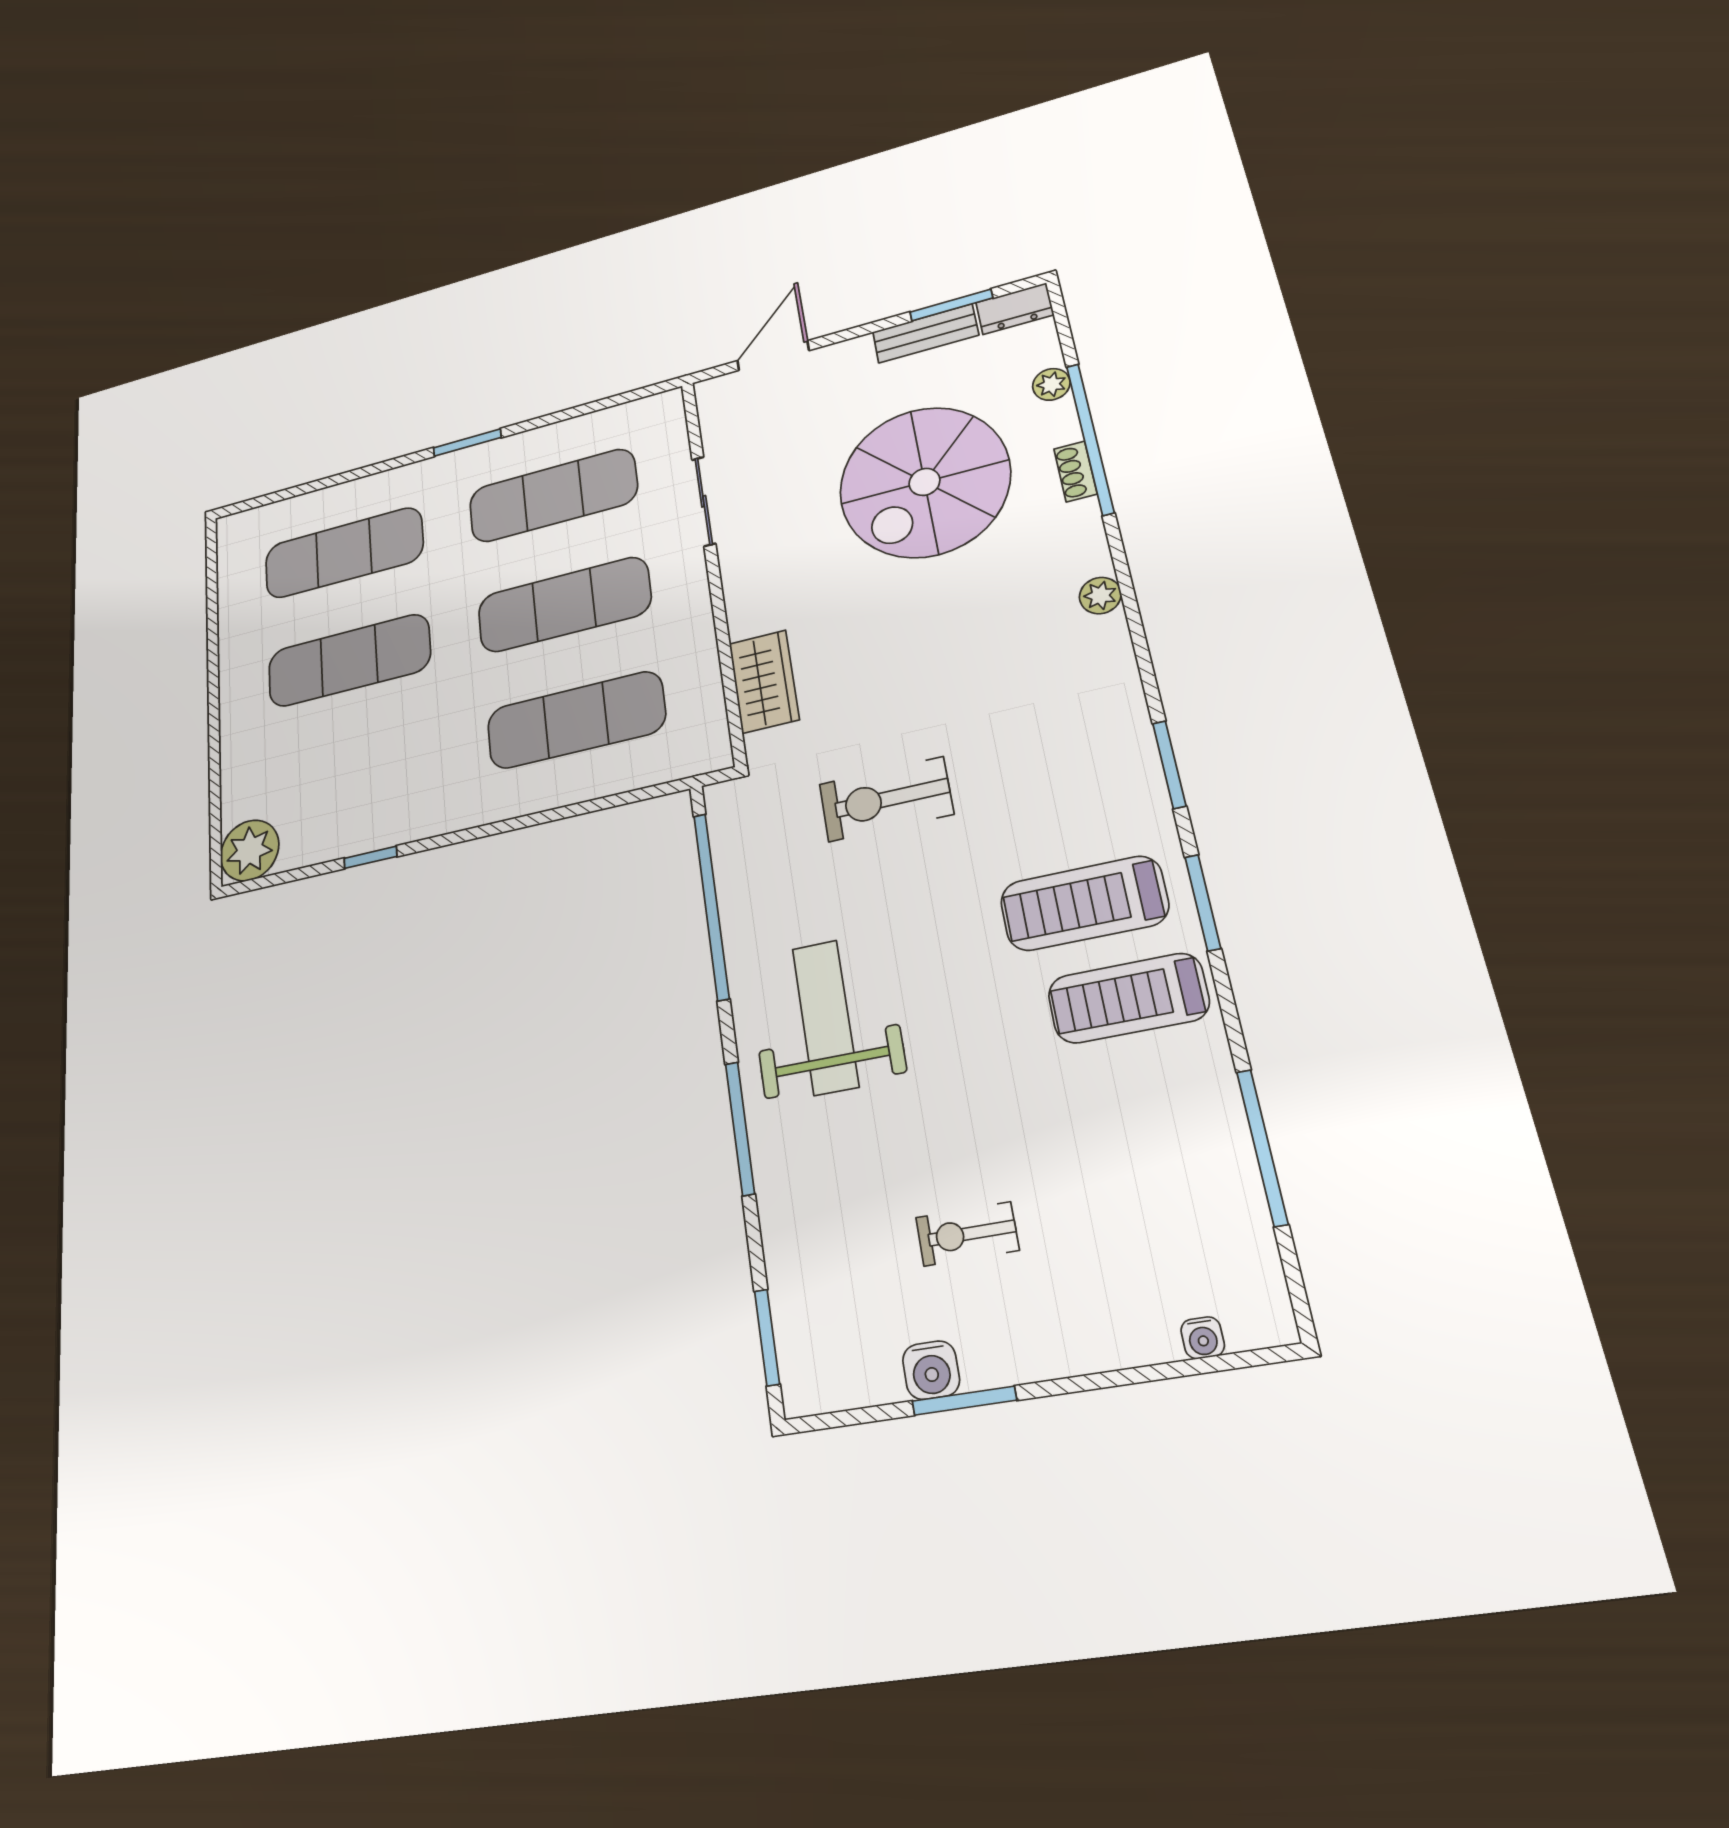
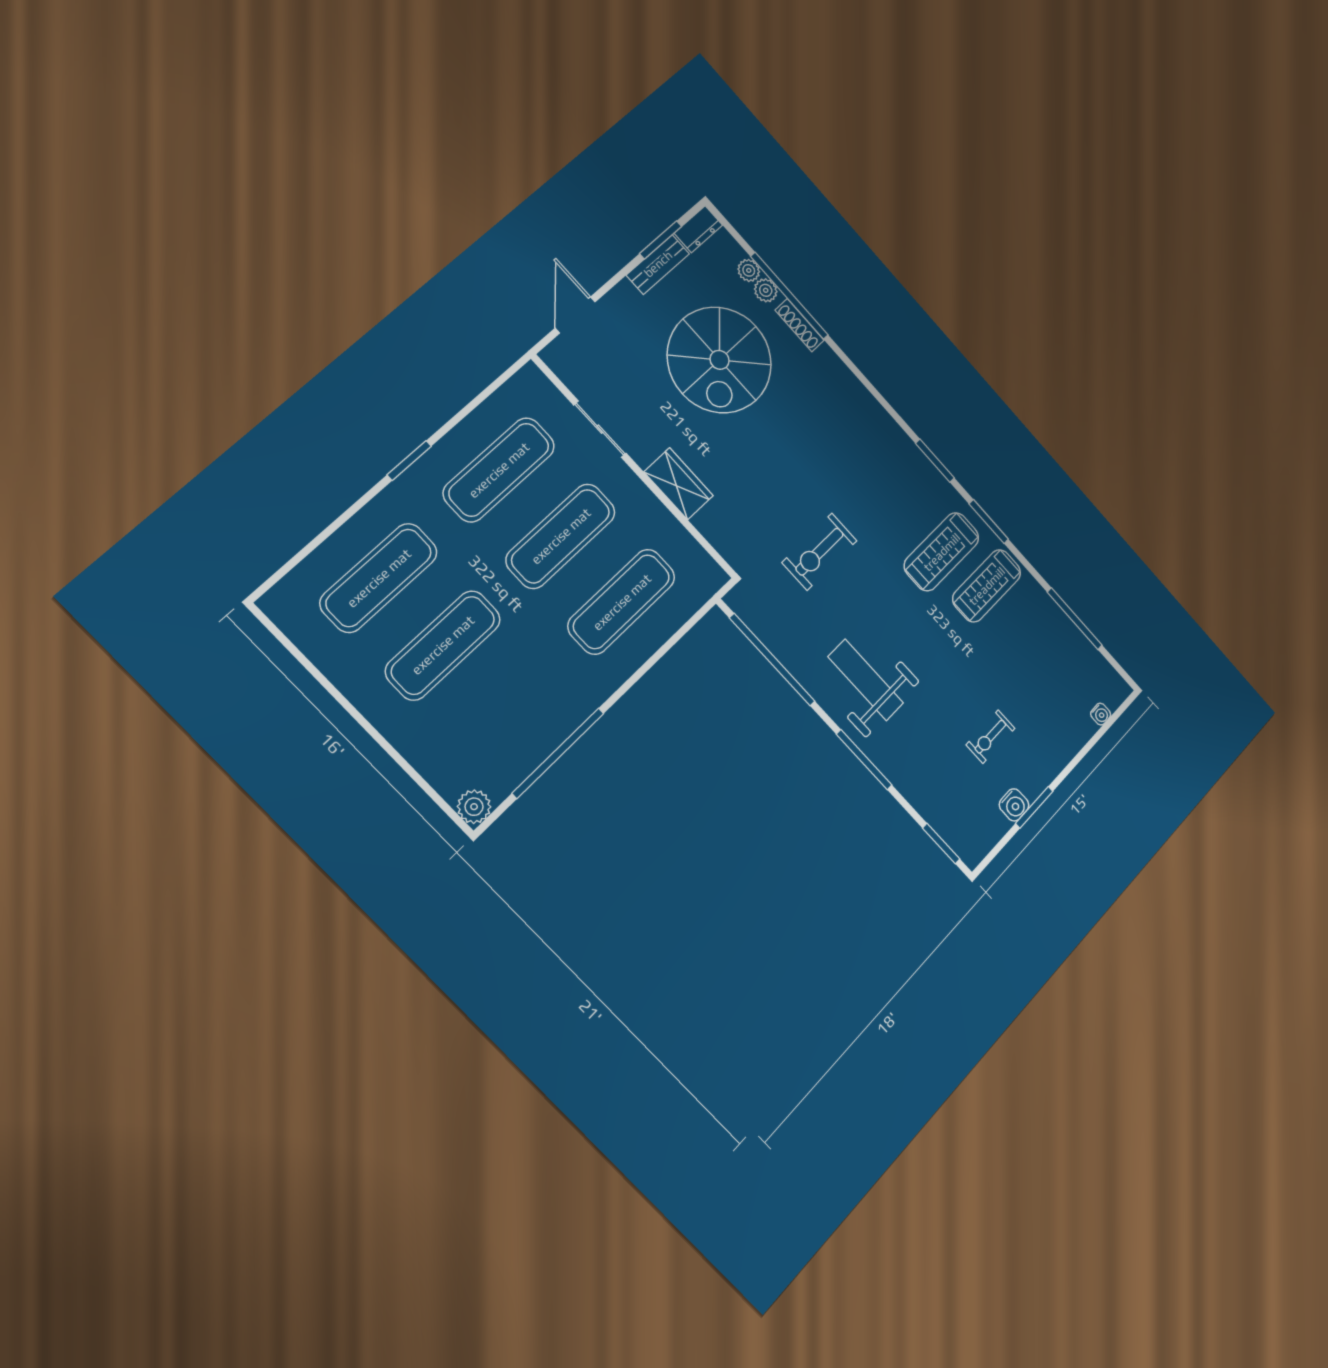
shoe rack: (1075, 471) -> (800, 325), width x1.43
plant: (1100, 596) -> (766, 290), moved
wardrobe: (764, 681) -> (679, 484), moved
plant: (250, 850) -> (474, 807), width x0.73, depth x0.73
window: (370, 857) -> (558, 753), width x3.17

